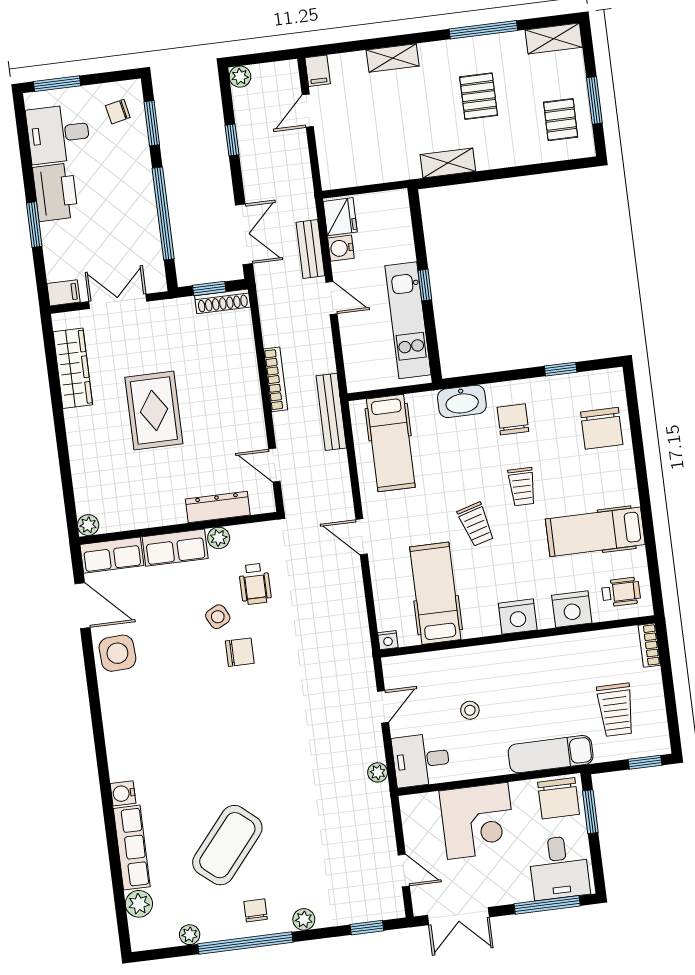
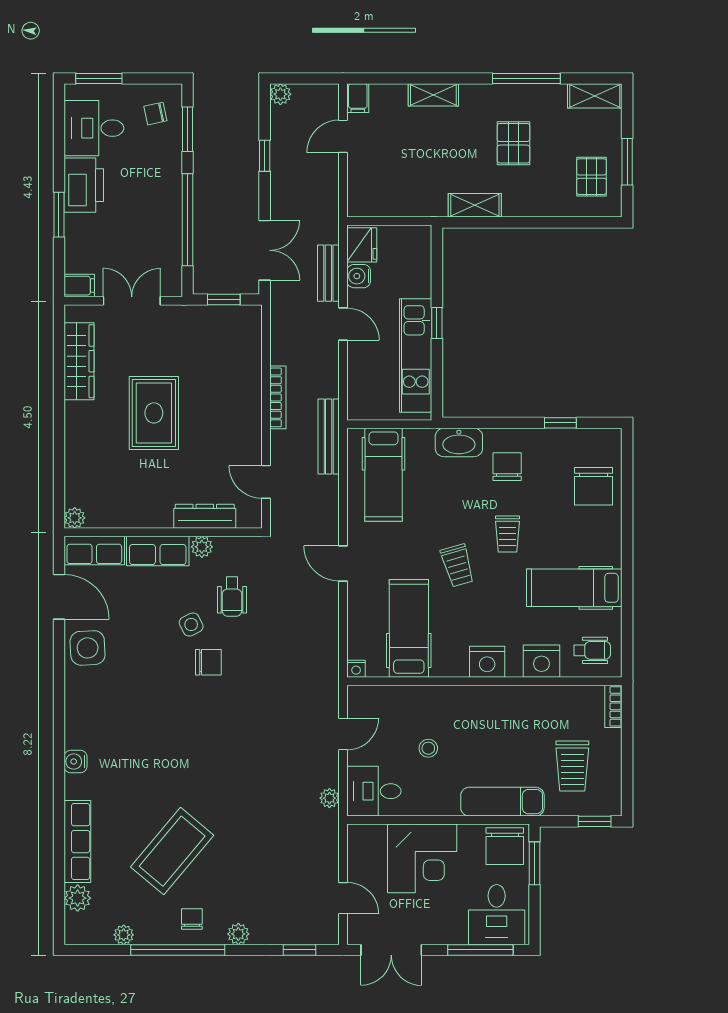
shoe rack: (223, 301) -> (235, 314), removed
water cooler: (123, 793) -> (76, 762), moved

